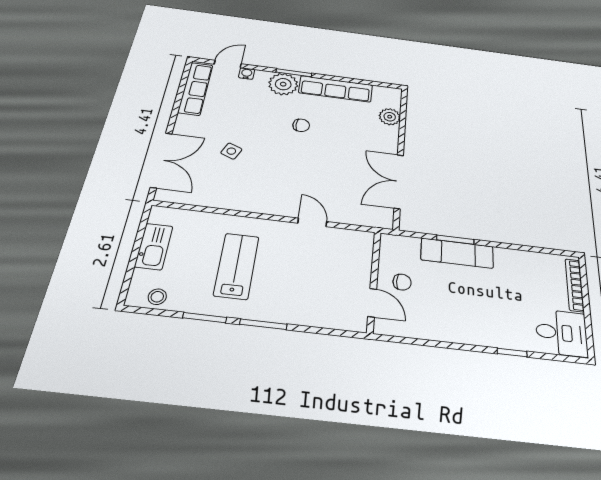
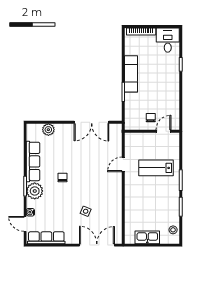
exam couch: (457, 253) -> (131, 74), moved
lab bench: (237, 266) -> (156, 168), moved

